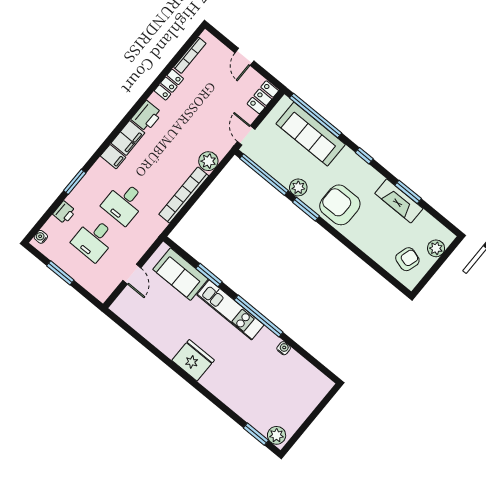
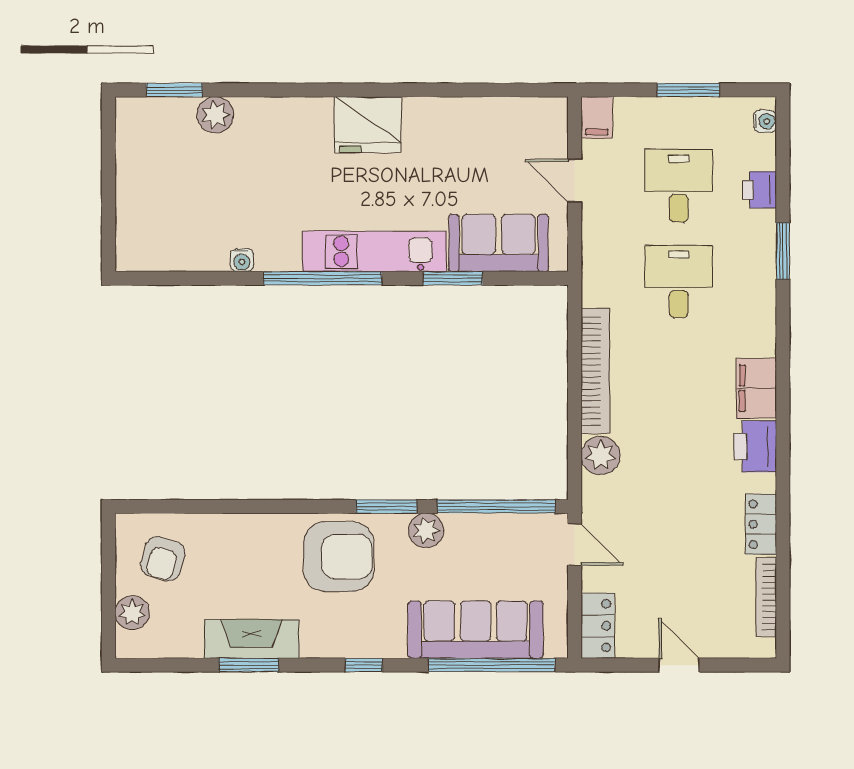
filing cabinet: (113, 157) -> (597, 117), moved, turned -90
plant: (277, 435) -> (215, 115), moved

